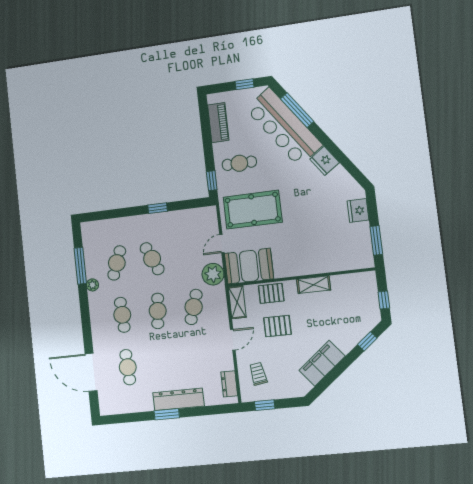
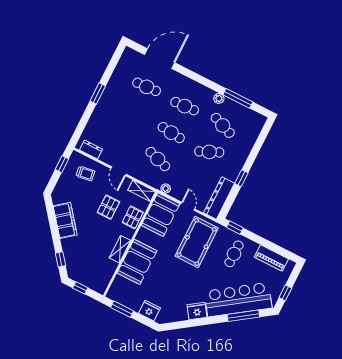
booth: (315, 258) -> (137, 262), added
plant: (213, 274) -> (166, 188), width x0.53, depth x0.53
dresser: (178, 399) -> (219, 198), moved, turned 180

